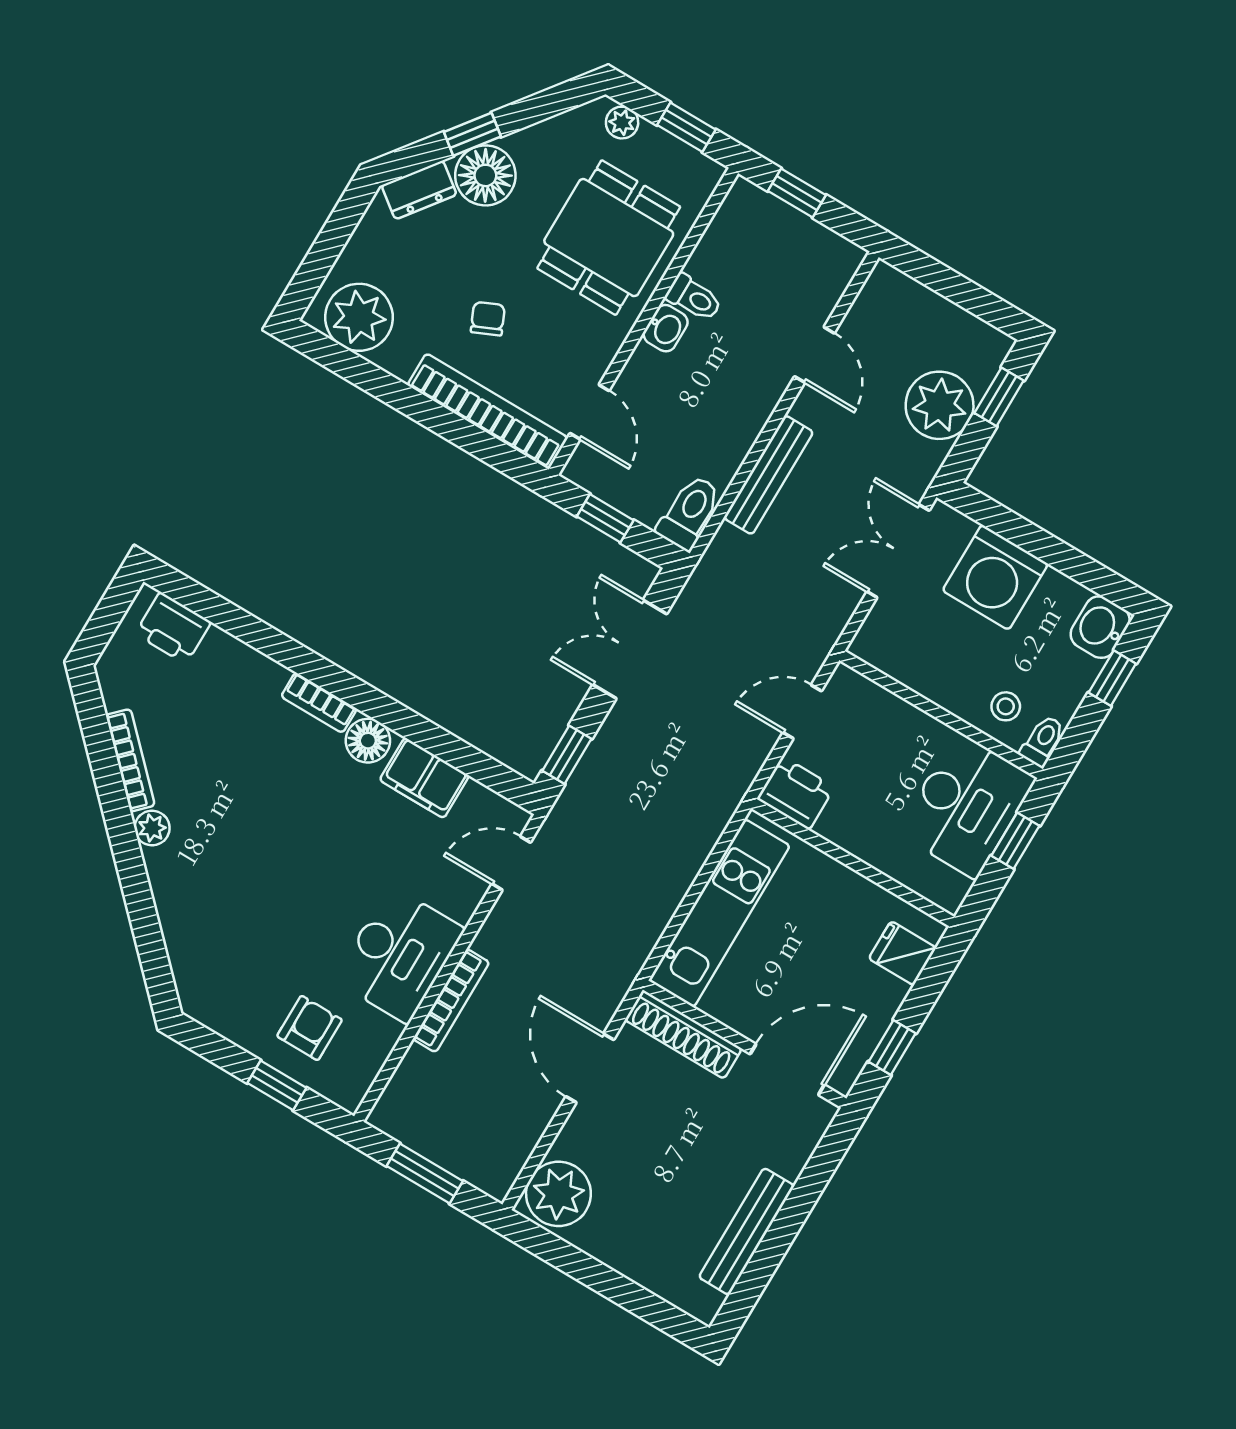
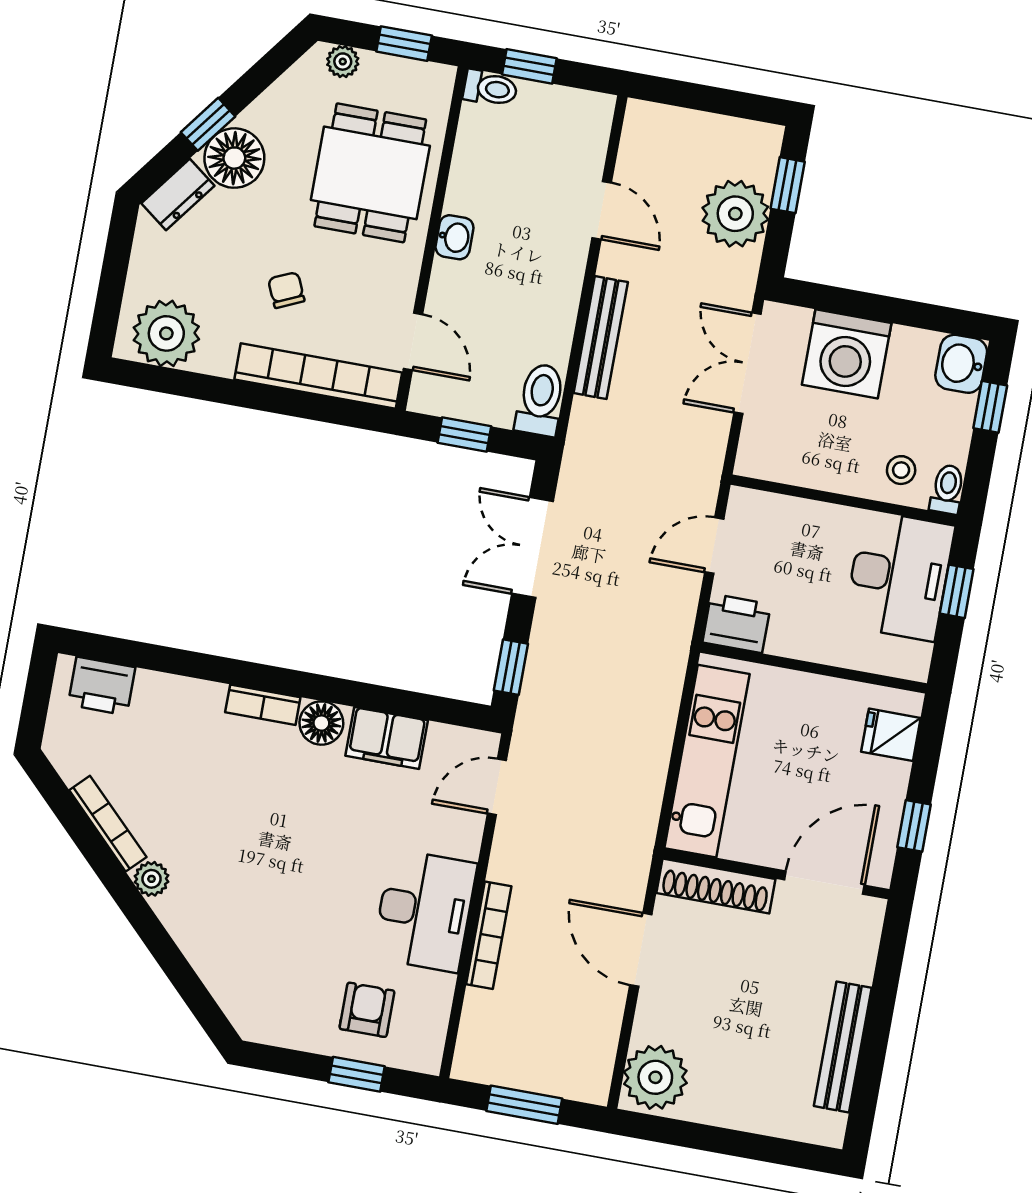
toilet: (694, 298) -> (490, 88), moved

